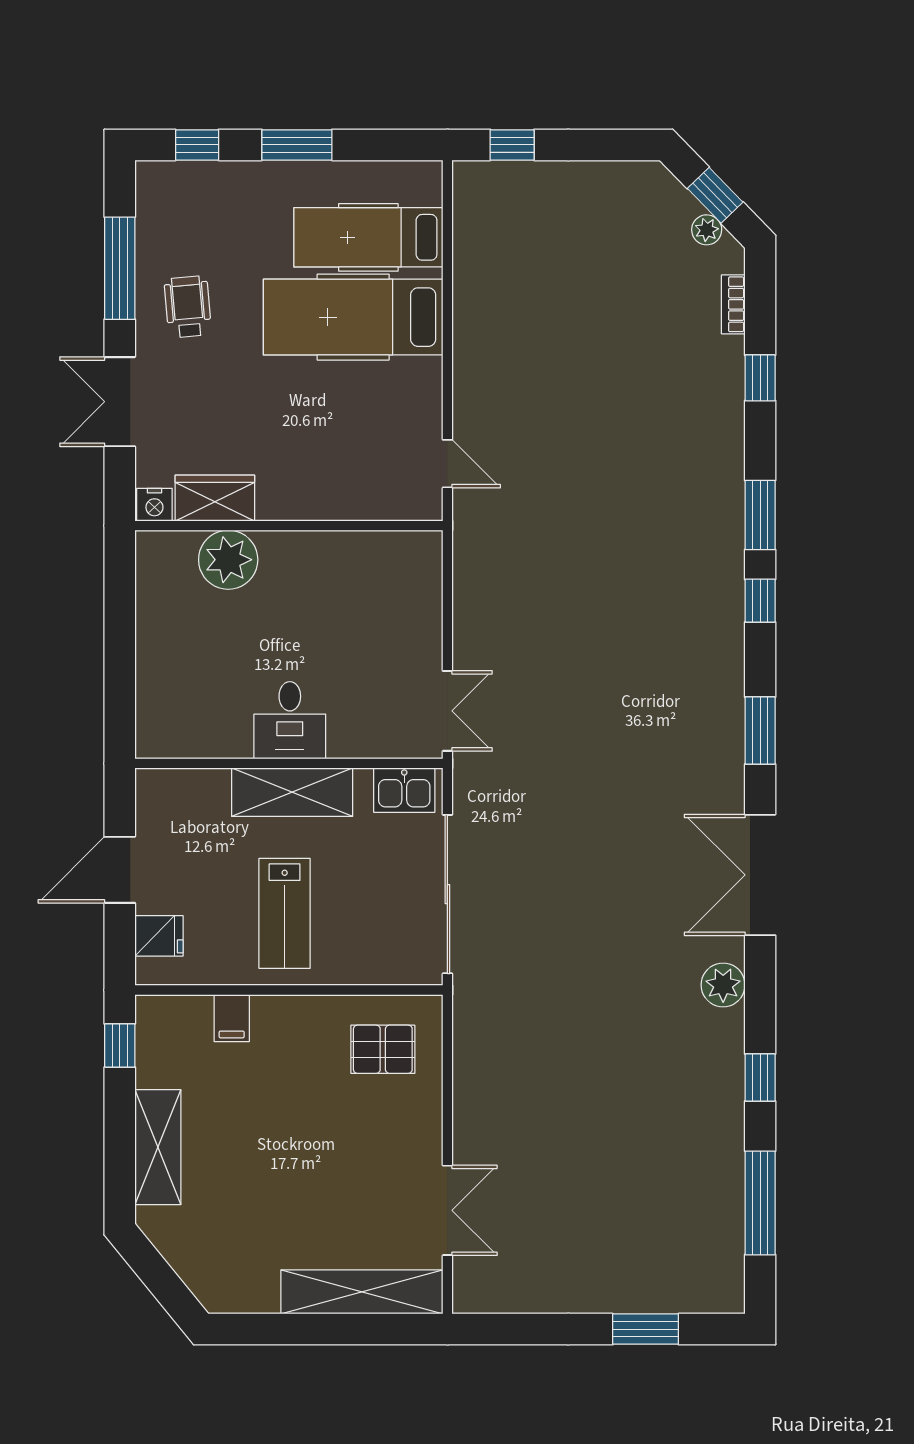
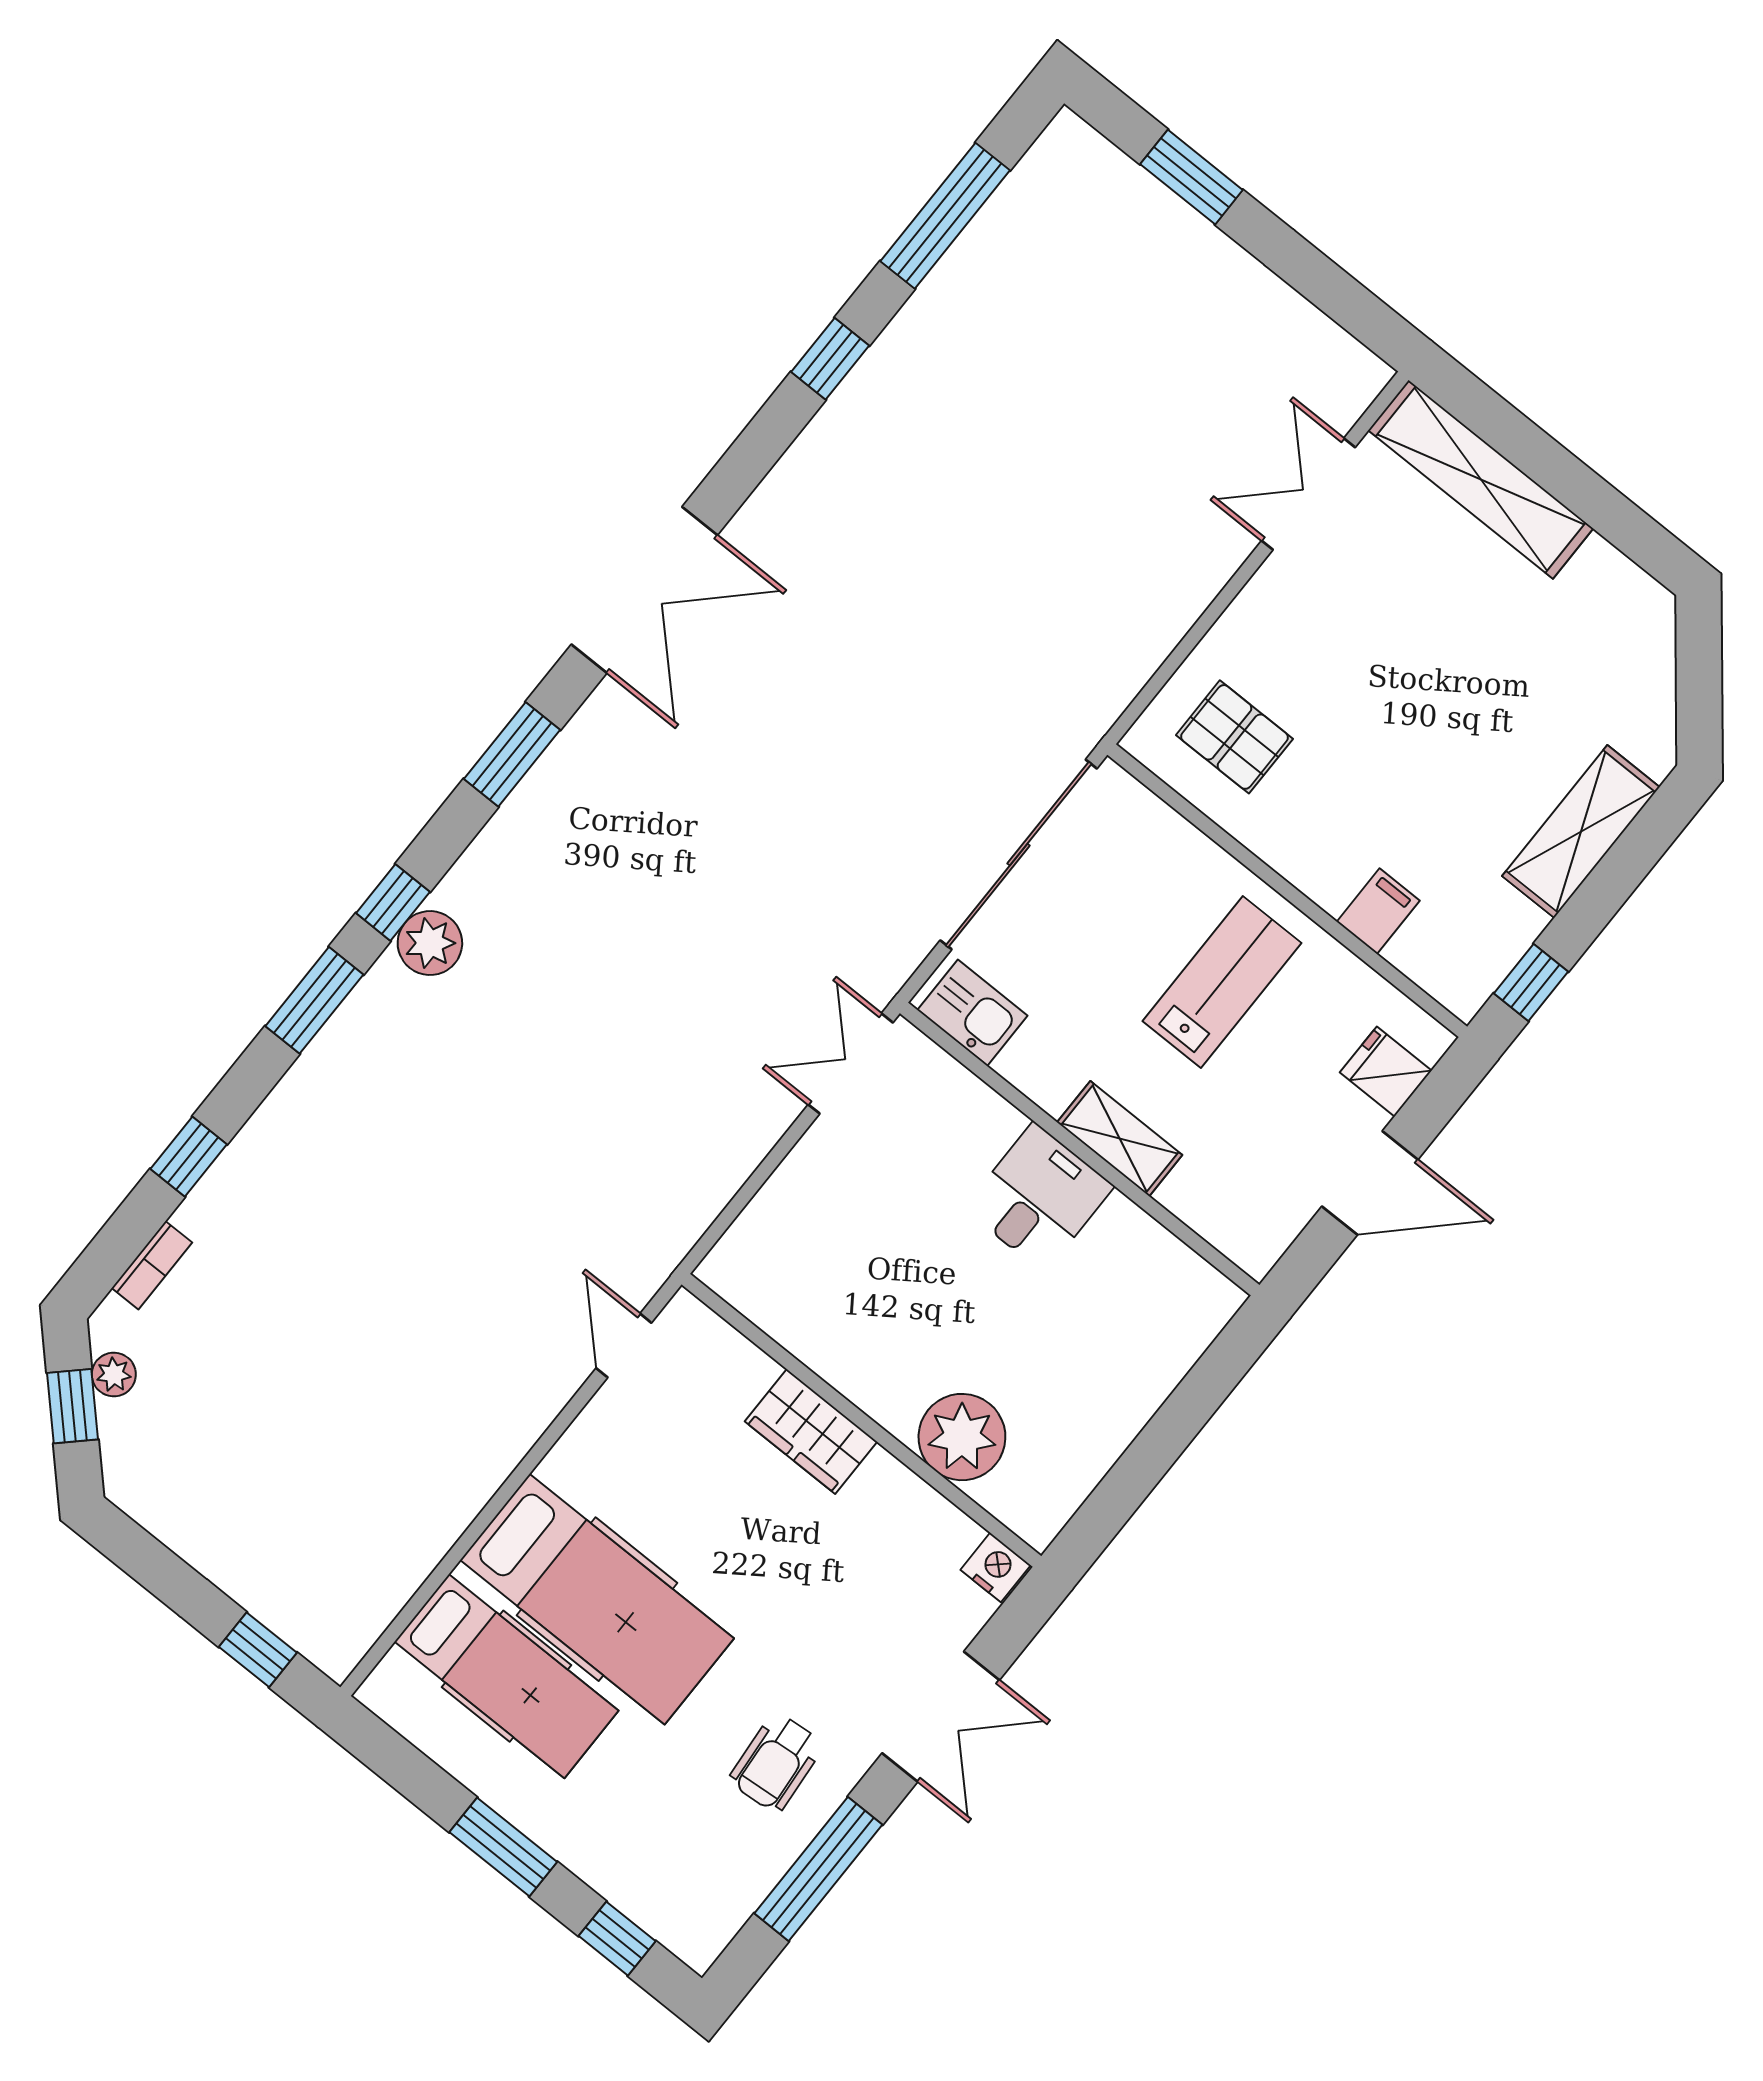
wardrobe: (215, 498) -> (811, 1431), moved
shelving: (292, 792) -> (1120, 1139), width x0.67, depth x0.75
plant: (723, 985) -> (430, 943), moved

